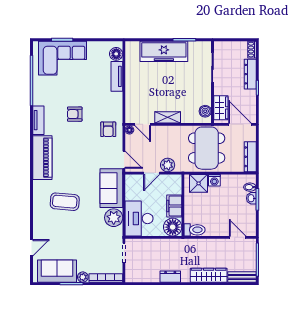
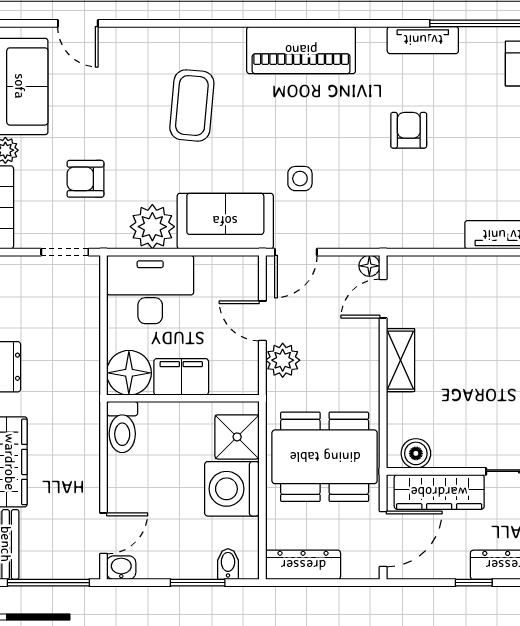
wardrobe: (221, 108) -> (439, 492), width x1.50
tv unit: (38, 120) -> (423, 40), moved
armchair: (108, 129) -> (85, 179), moved
side table: (94, 158) -> (300, 179), added
washing machine: (214, 180) -> (232, 489), width x1.89, depth x1.89
washbasin: (251, 198) -> (121, 568), moved

